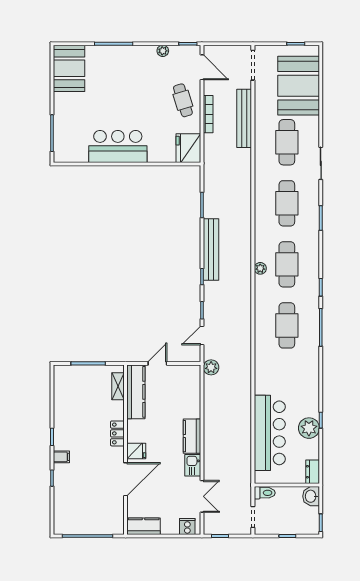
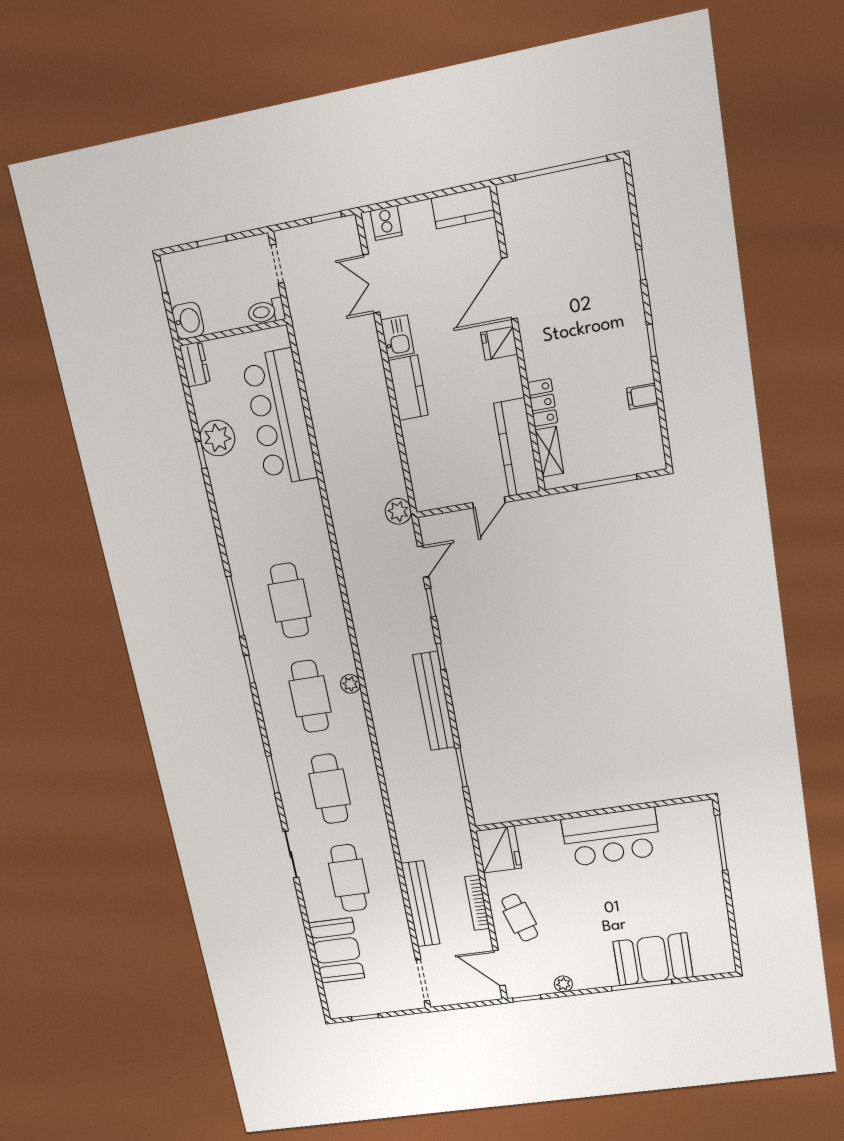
booth: (69, 68) -> (653, 959), moved, turned 90
booth: (299, 86) -> (337, 950), width x0.73, depth x0.70
locker: (117, 433) -> (542, 403), moved
filing cabinet: (61, 457) -> (642, 396), moved

